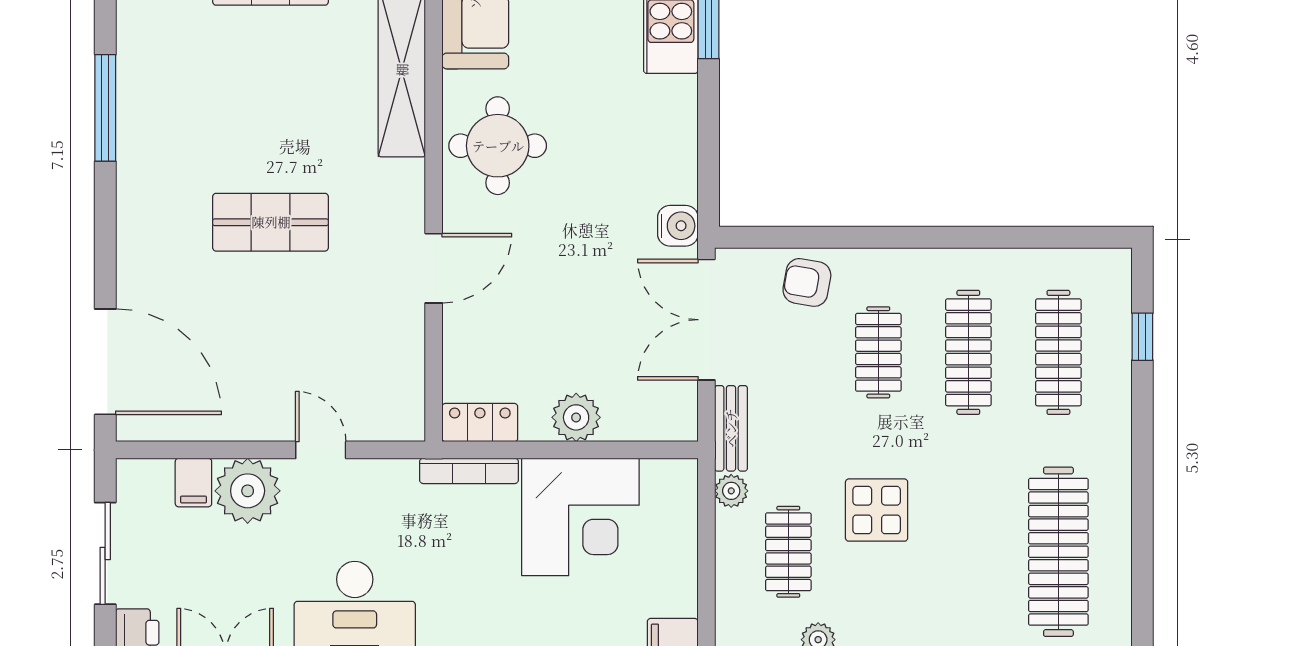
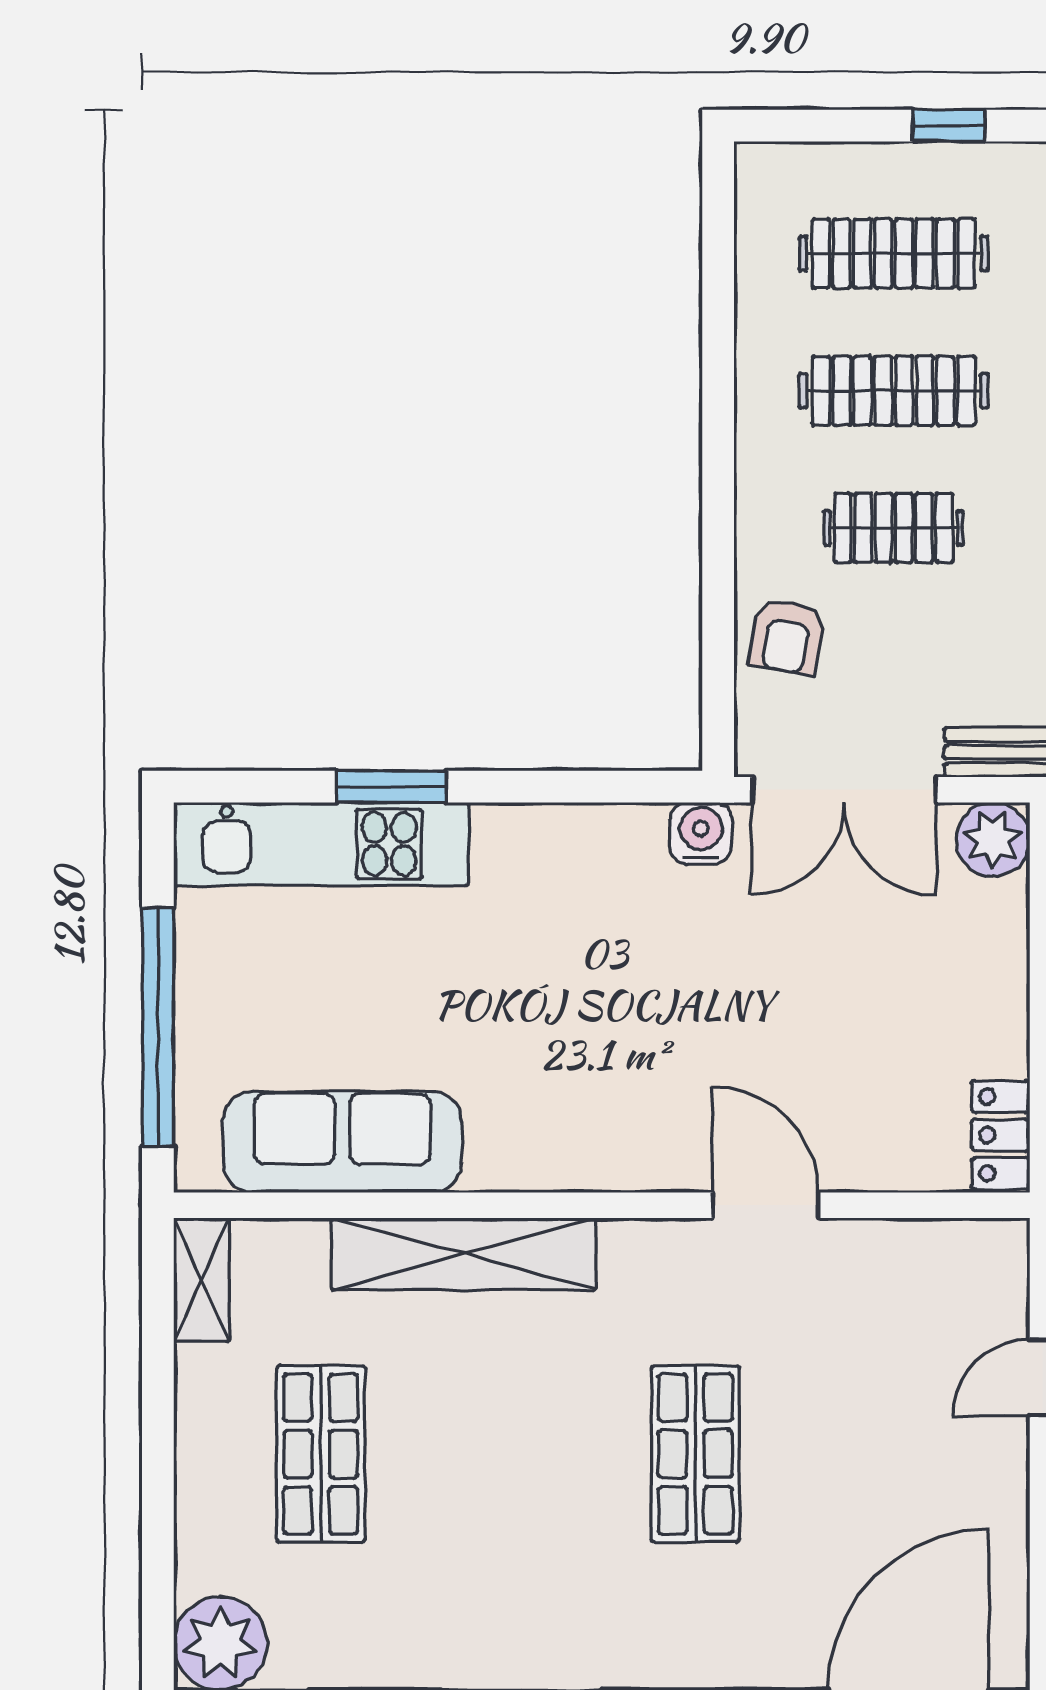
round table: (498, 146) -> (579, 1108), removed
window: (1142, 337) -> (949, 126), moved
plant: (576, 417) -> (993, 839), moved

